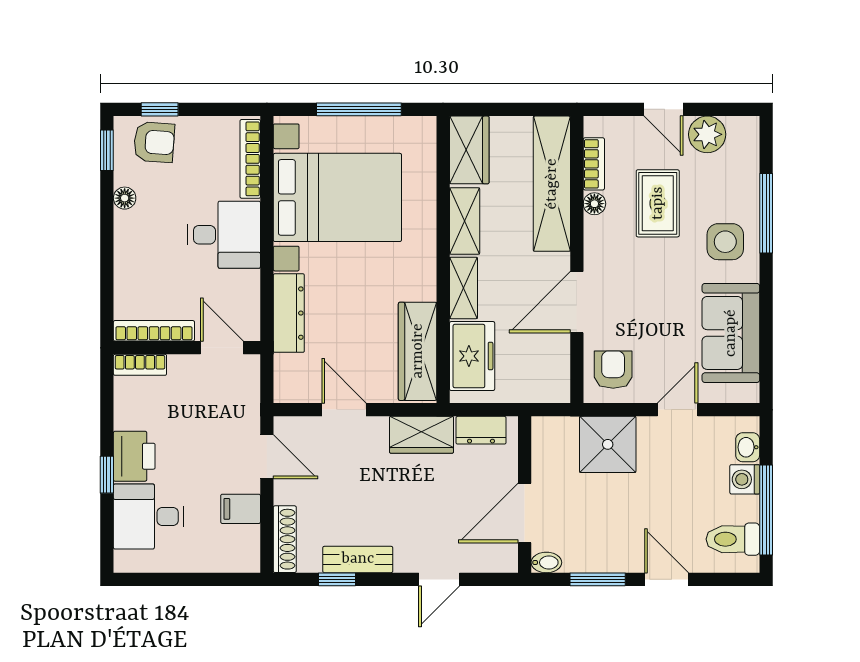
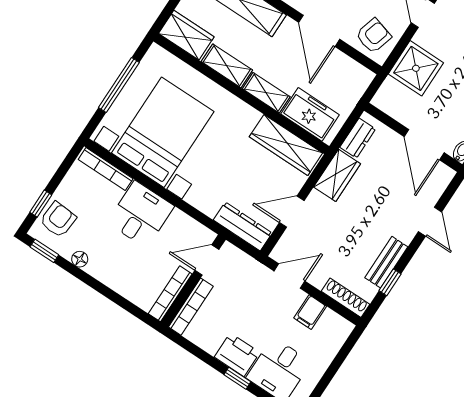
dresser: (289, 313) -> (243, 226), moved
bookcase: (140, 365) -> (191, 307), width x1.56
armchair: (613, 370) -> (373, 36), turned 106

